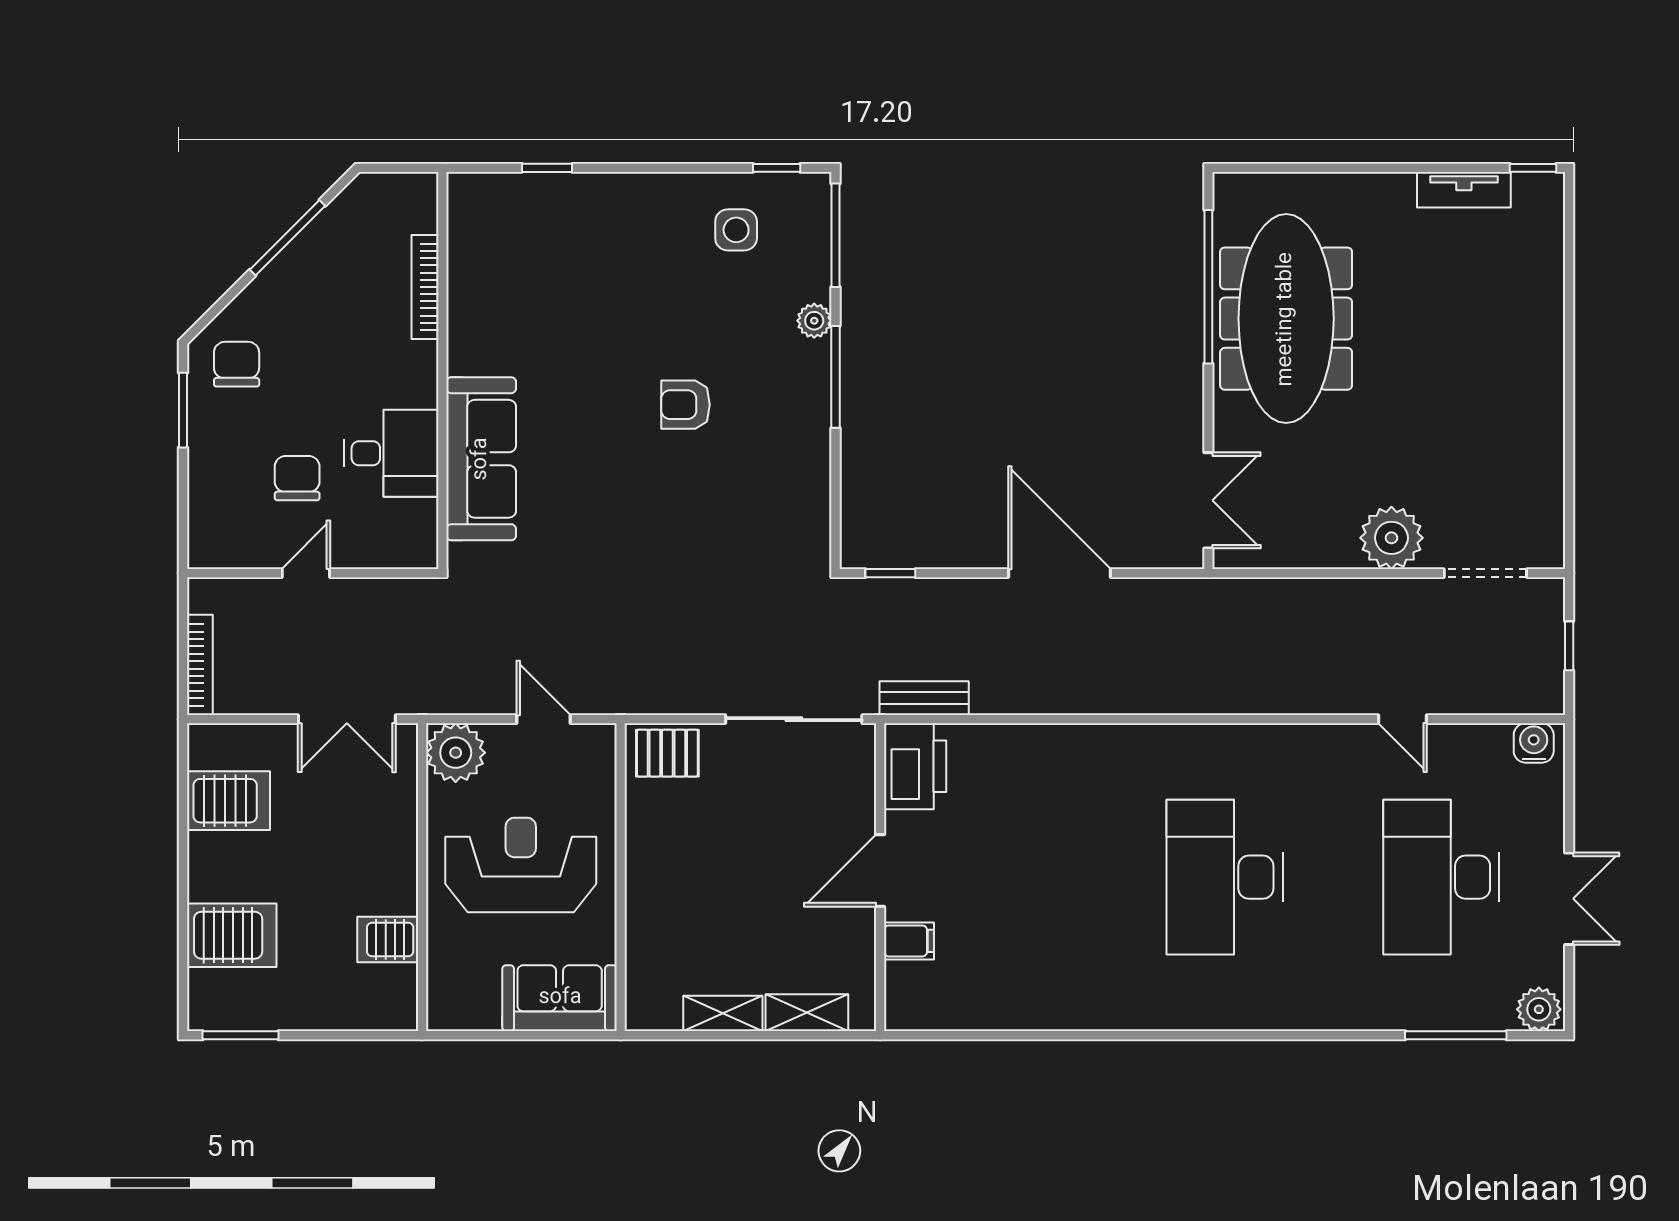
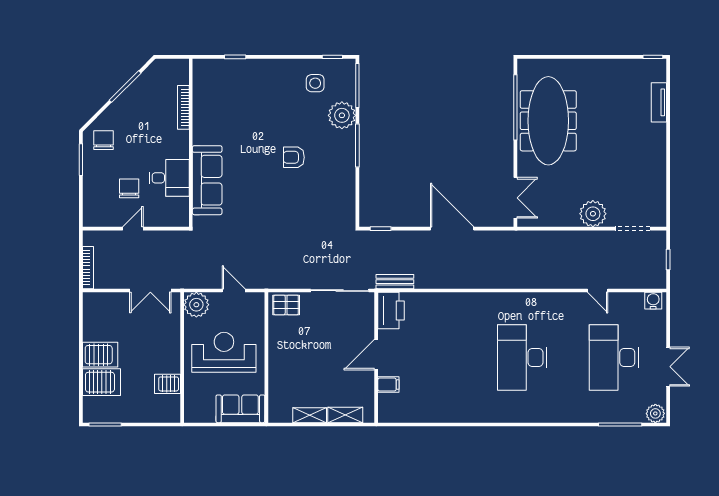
tv unit: (1464, 190) -> (659, 102), moved, turned 90
plant: (814, 321) -> (342, 115), width x1.87, depth x1.87
server rack: (228, 801) -> (100, 355), moved

